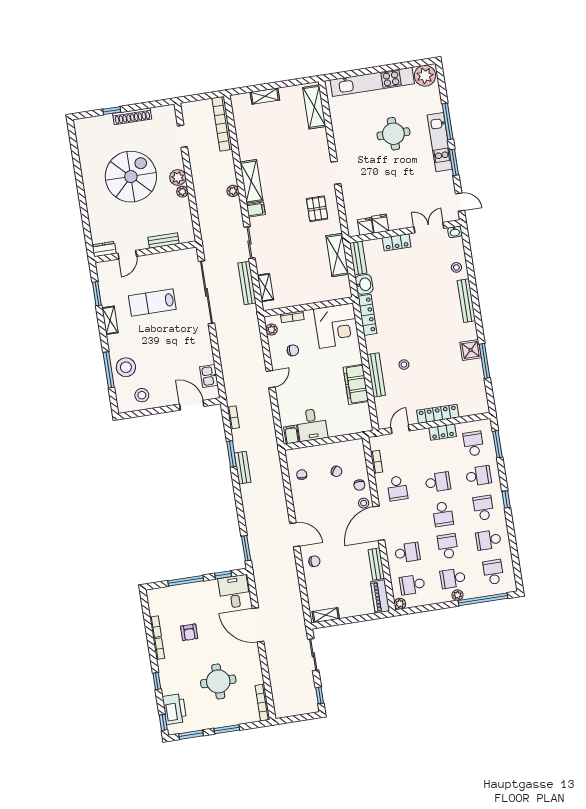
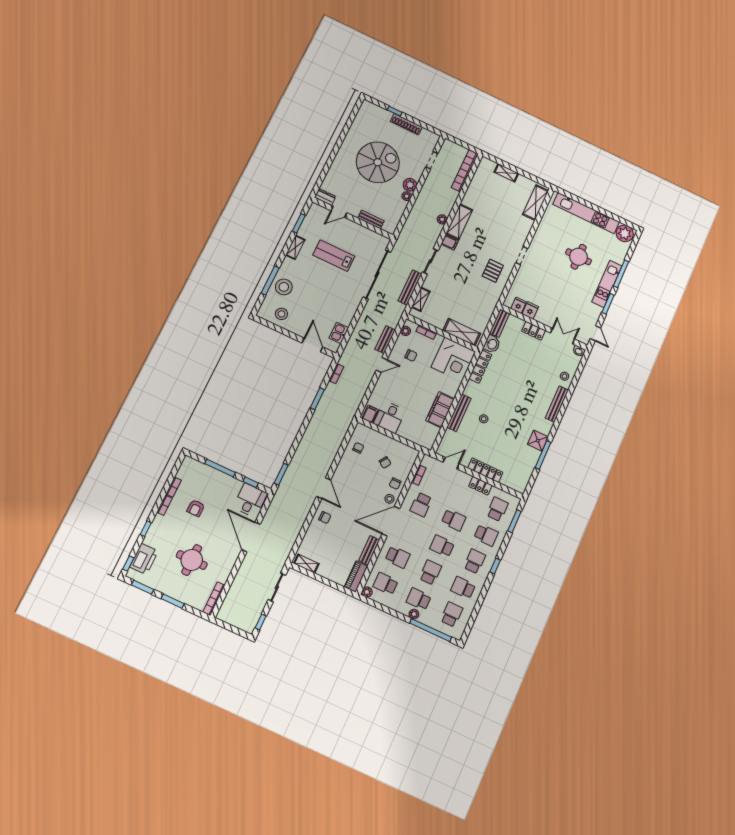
shelving: (337, 255) -> (462, 332), moved, turned 90
bench: (243, 468) -> (385, 340), moved
school desk: (443, 514) -> (442, 546), turned 90

